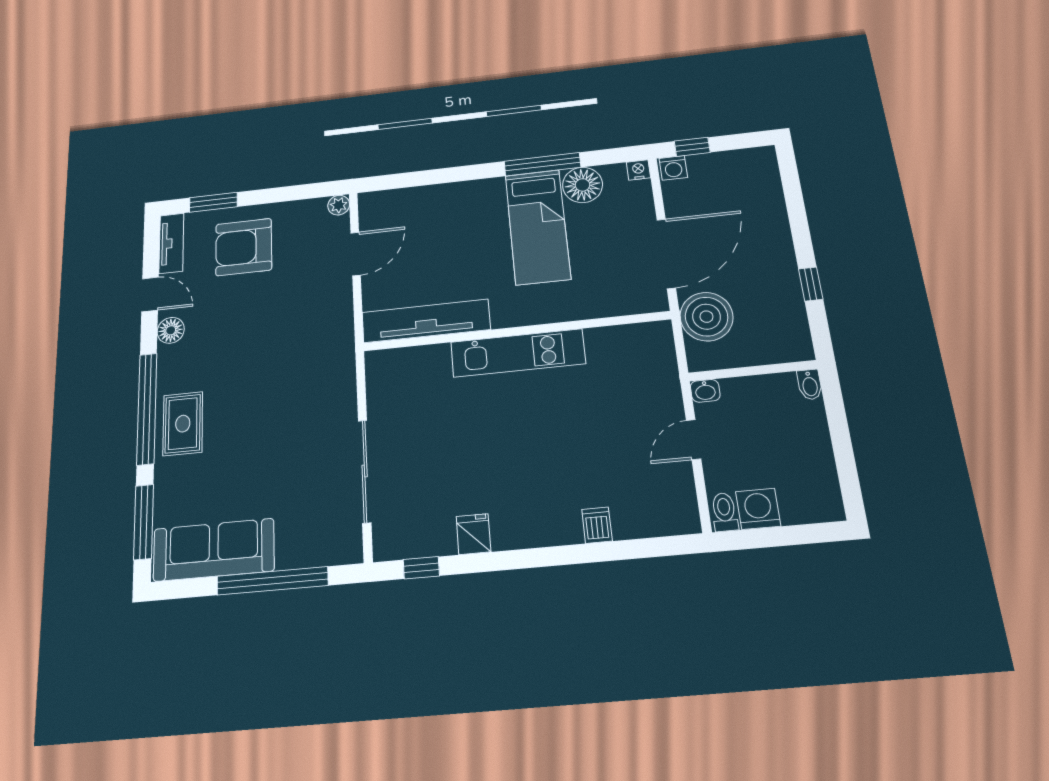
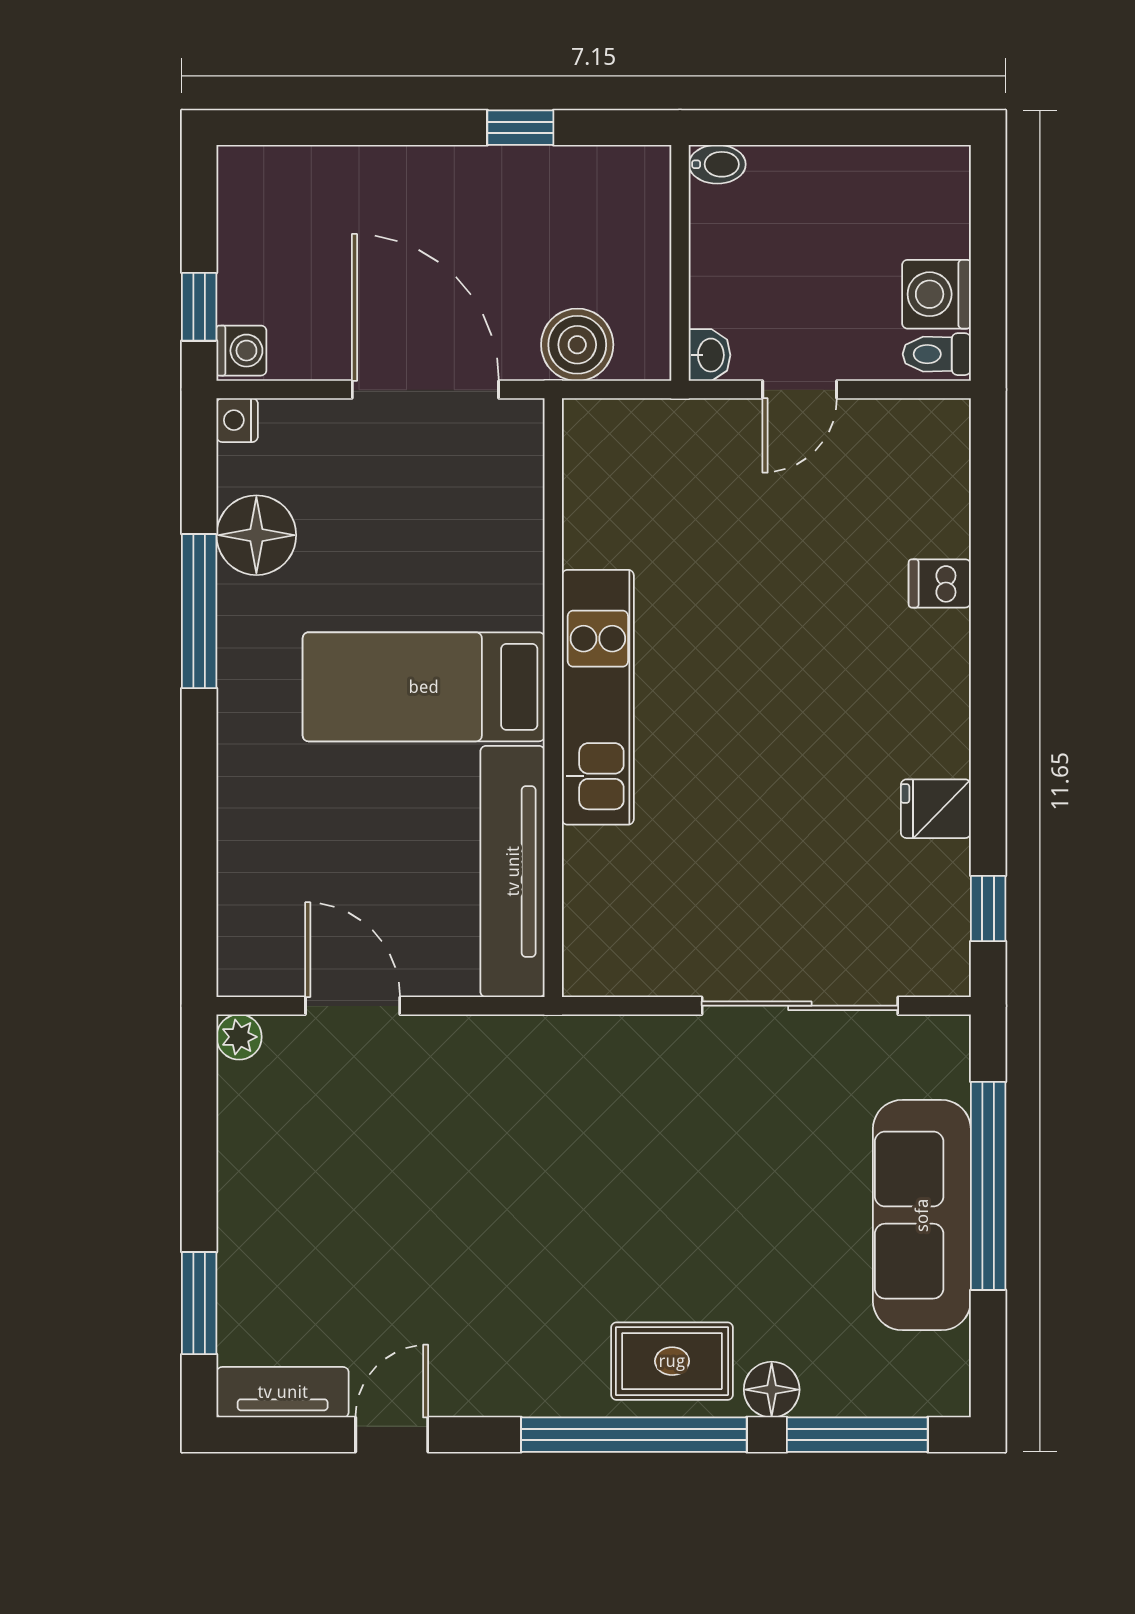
bed: (538, 227) -> (424, 687), moved, turned 180
armchair: (244, 247) -> (310, 1238), removed
boiler: (706, 317) -> (577, 345), width x0.73, depth x0.73
floor lamp: (171, 330) -> (772, 1390), moved
door: (694, 440) -> (800, 390), hinge flipped
sofa: (214, 550) -> (922, 1215), moved

